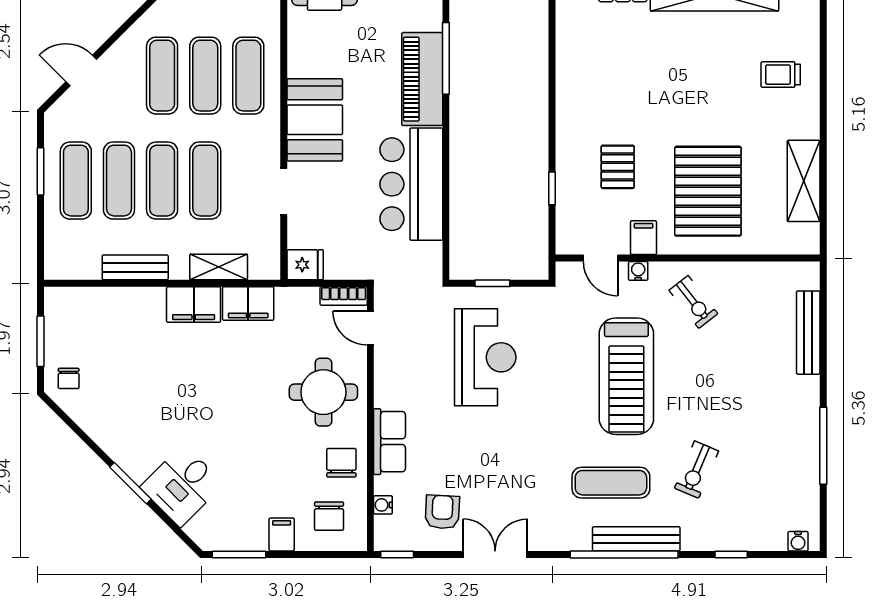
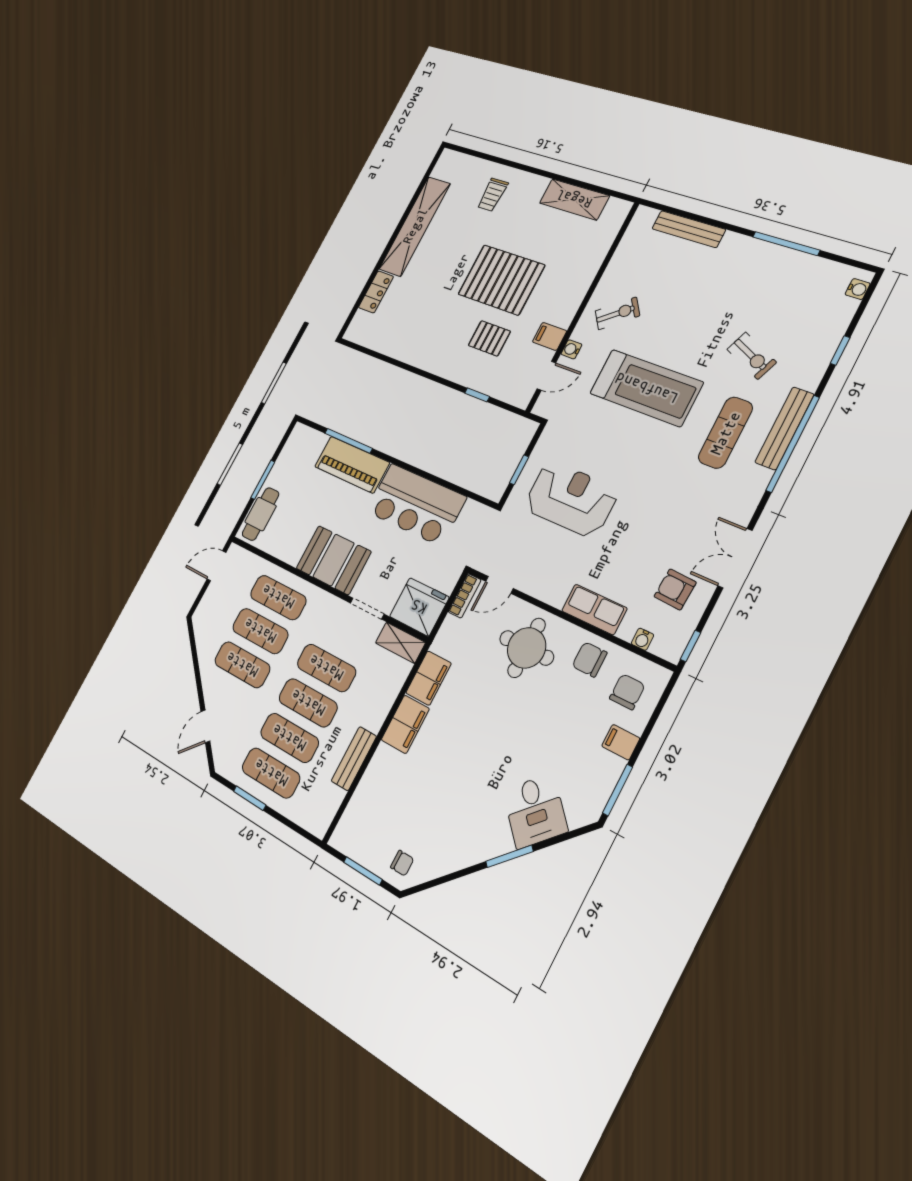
pallet: (708, 191) -> (501, 280), moved
fridge: (305, 265) -> (419, 607), width x1.88, depth x1.34
shelving: (219, 267) -> (400, 643), moved, turned 90
chair: (329, 516) -> (627, 692), turned -90

